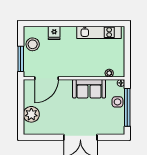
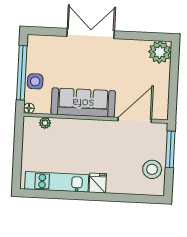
fridge: (54, 33) -> (98, 183), moved
sofa: (89, 89) -> (83, 103), width x1.36
plant: (31, 114) -> (160, 52), moved

